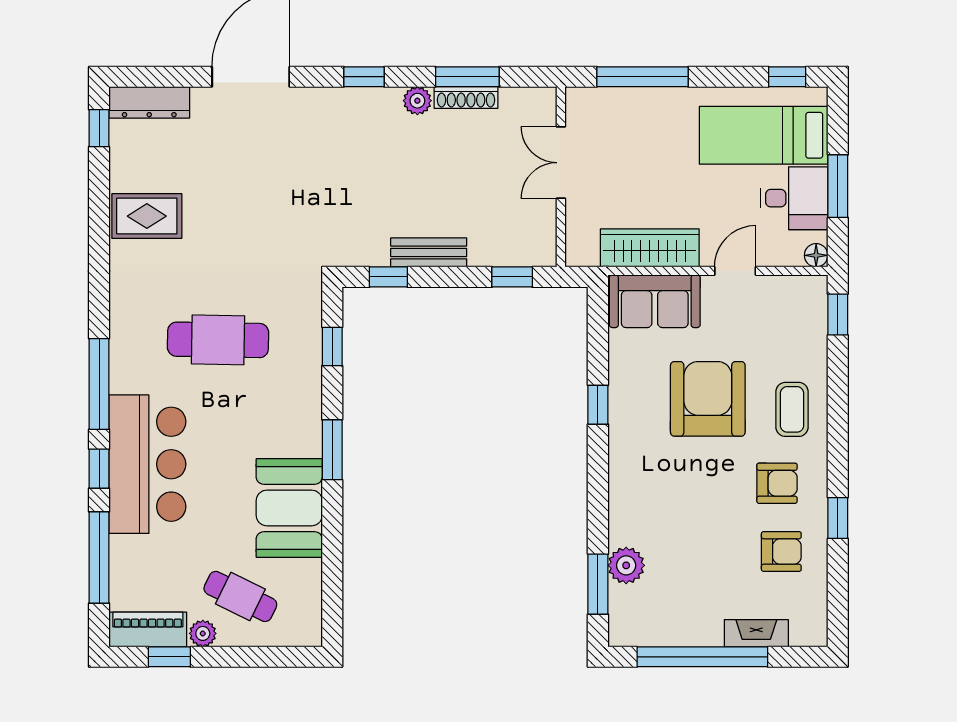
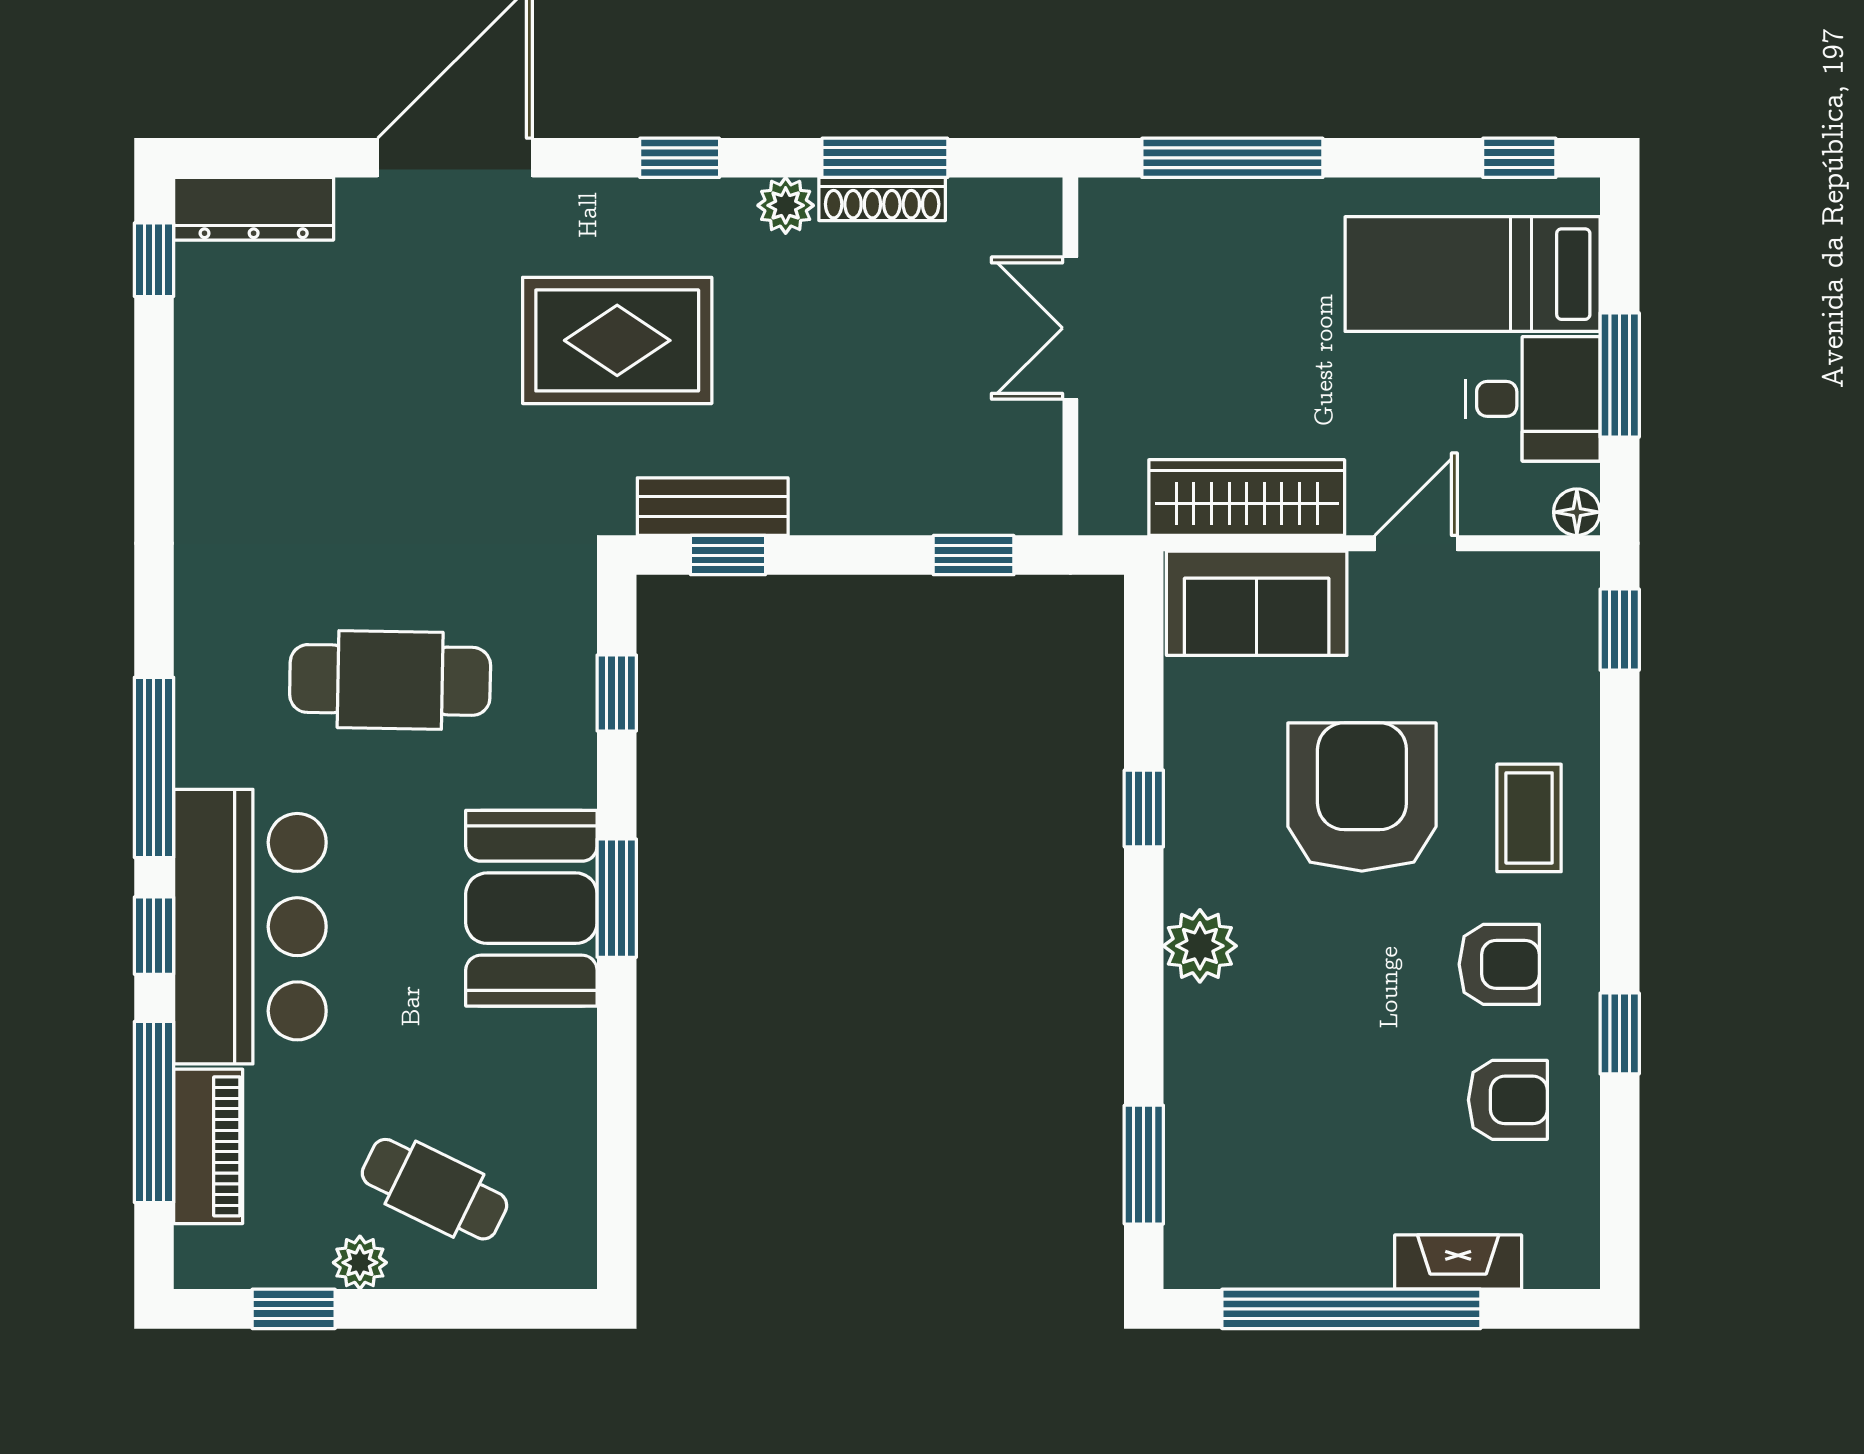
rug: (147, 216) -> (617, 340), moved, width x1.36, depth x1.43
bench: (429, 252) -> (713, 507), moved
booth: (289, 508) -> (531, 908), moved
plant: (626, 565) -> (1200, 946), moved
piano: (148, 630) -> (208, 1146), moved, turned 90

